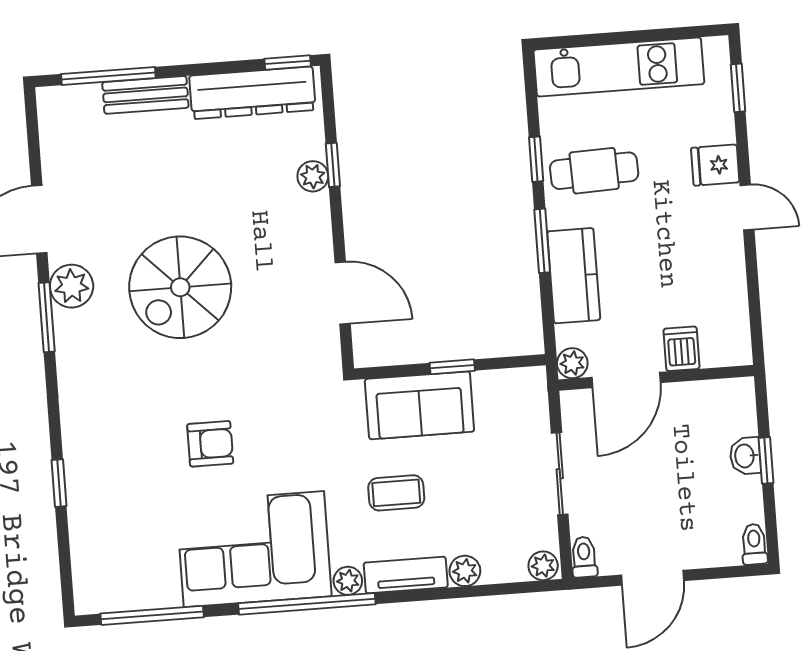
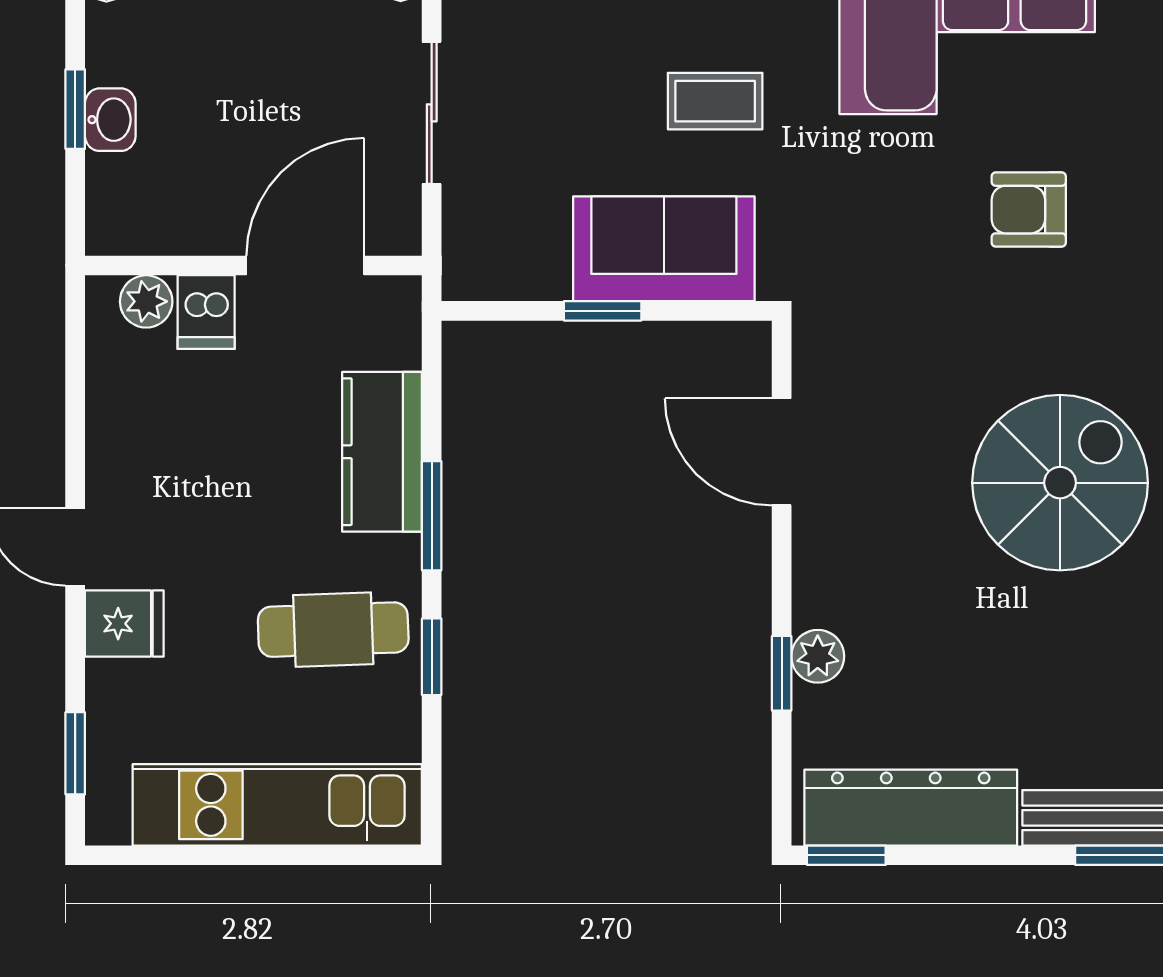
plant: (572, 363) -> (146, 301), moved

